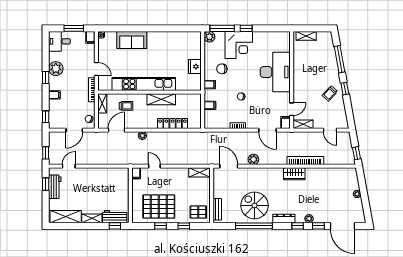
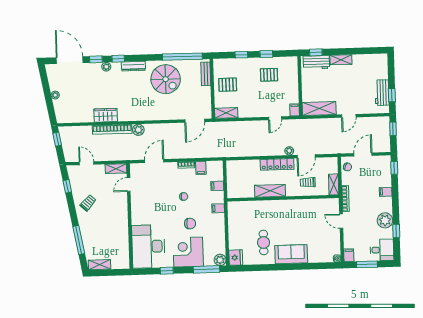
window: (246, 28) -> (167, 271), moved
shelving: (306, 36) -> (99, 265), moved
sofa: (132, 40) -> (291, 254), moved
cafe table: (169, 52) -> (264, 242), added
fridge: (195, 67) -> (236, 258), moved
chair: (222, 69) -> (190, 224), moved
desk: (275, 72) -> (148, 246), moved
window: (46, 77) -> (396, 231), moved
kitchen unit: (144, 84) -> (289, 207), removed
window: (345, 89) -> (67, 186), moved
filing cabinet: (285, 122) -> (201, 168), moved
locker: (173, 123) -> (277, 164), moved
door: (116, 130) -> (306, 156), moved
door: (267, 130) -> (154, 161), hinge flipped
plant: (253, 159) -> (138, 130), moved
door: (69, 166) -> (349, 116), moved
door: (154, 166) -> (275, 118), hinge flipped
door: (229, 166) -> (195, 121), hinge flipped
wardrobe: (294, 174) -> (106, 115), moved
pallet: (159, 207) -> (269, 75), width x0.49, depth x0.50
pallet: (198, 212) -> (228, 85), moved
shelving: (66, 217) -> (319, 109), moved
window: (254, 226) -> (182, 57), moved

